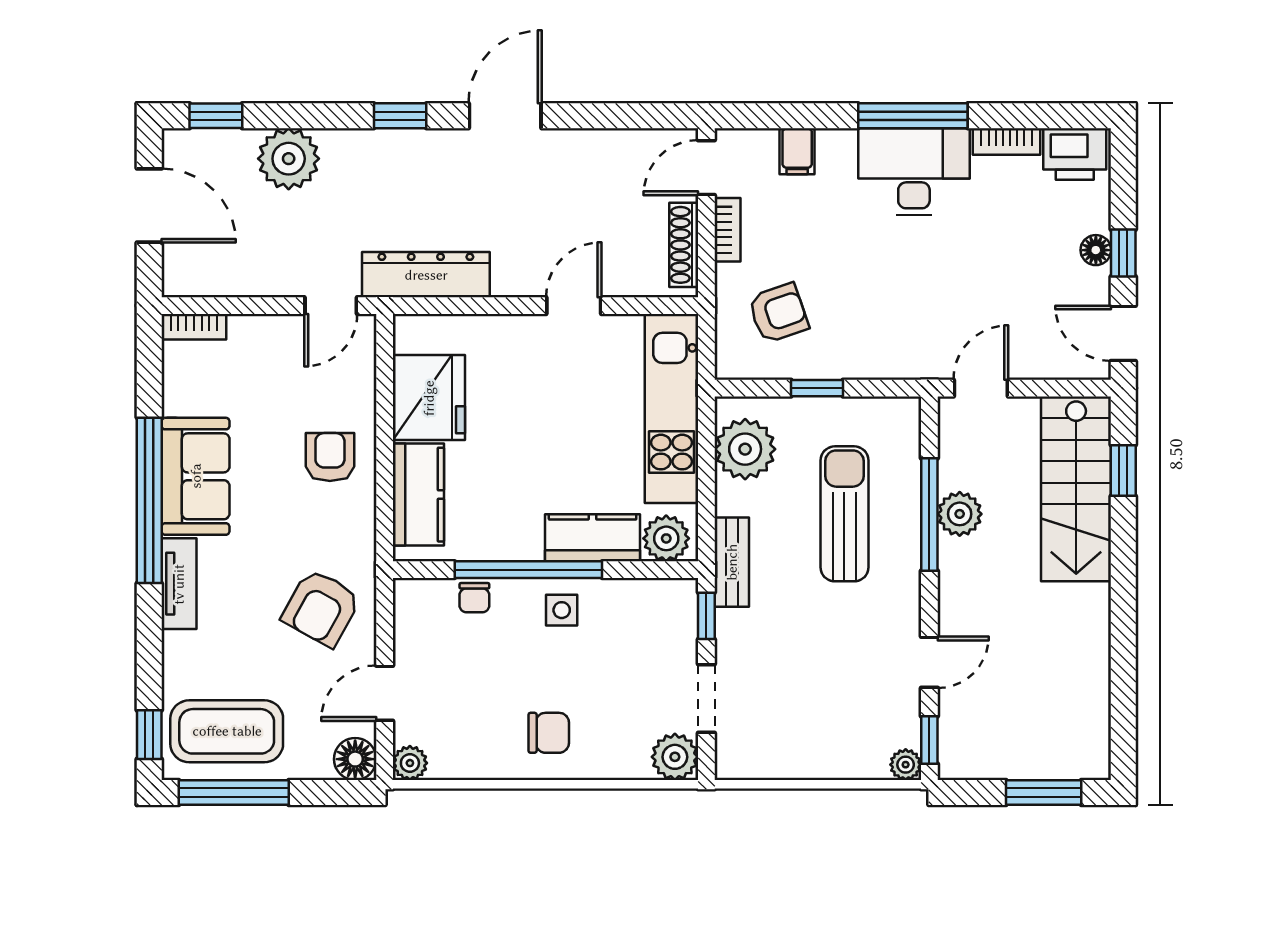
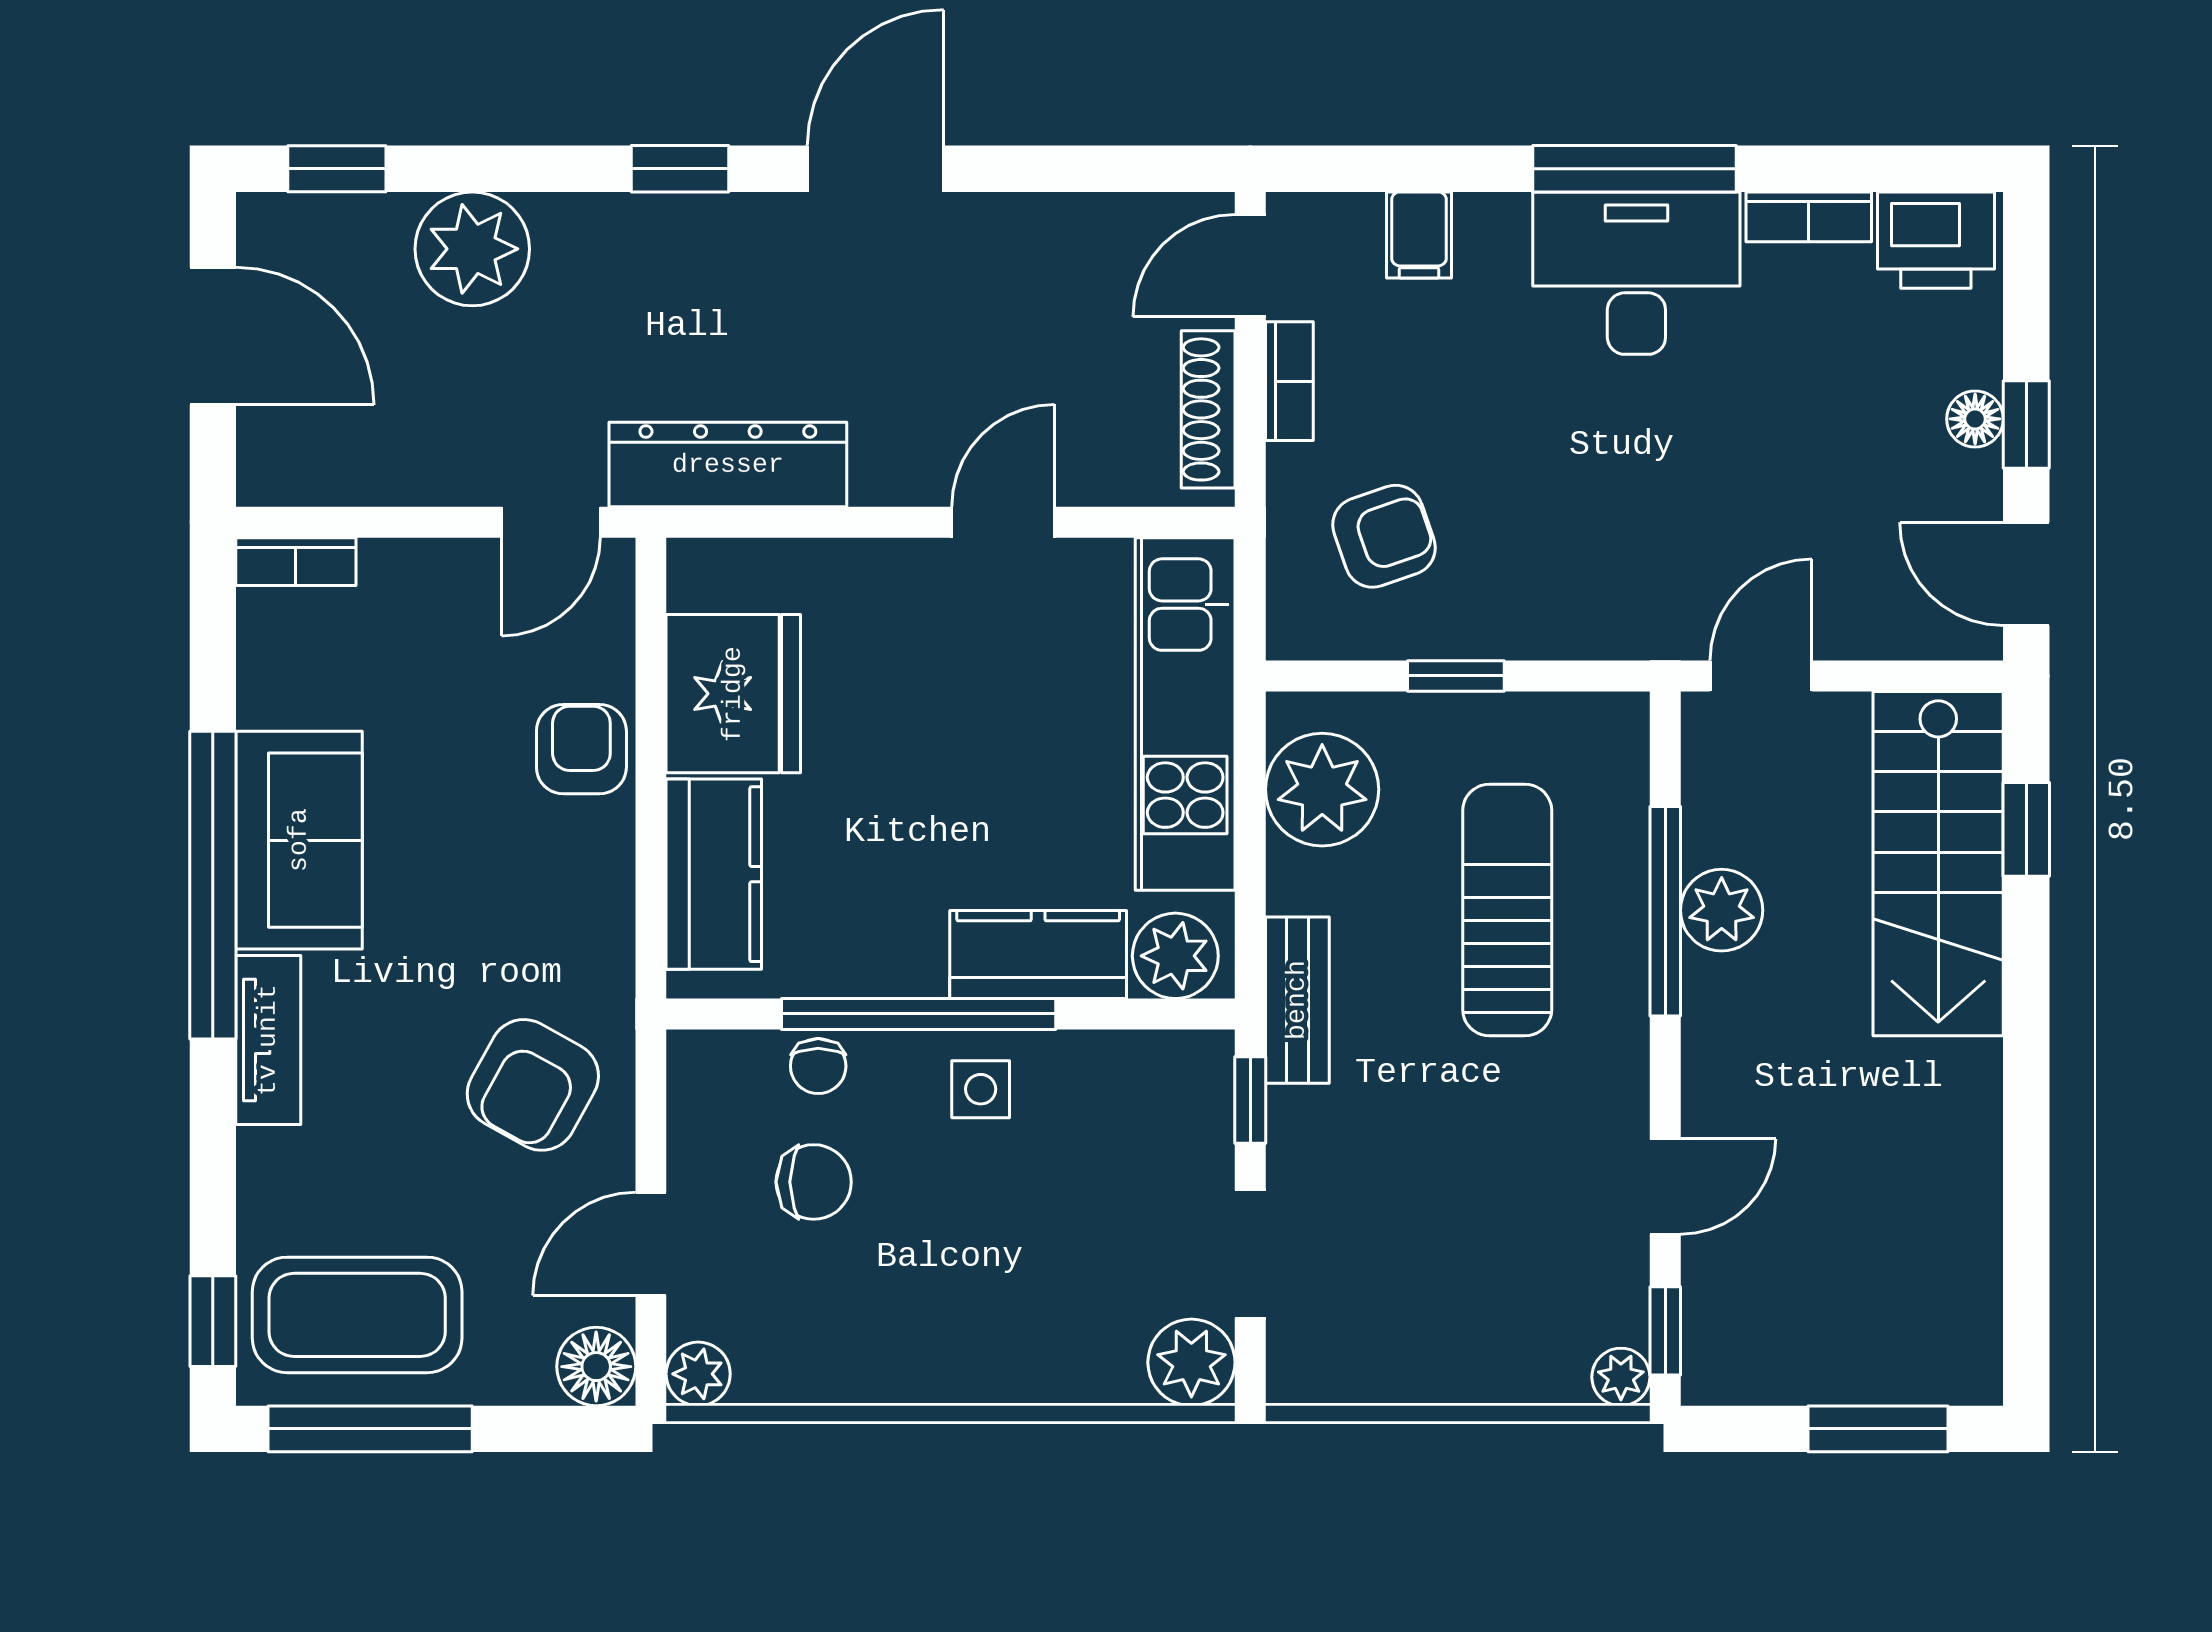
armchair: (330, 457) -> (581, 749), moved
chair: (549, 733) -> (814, 1182), moved

